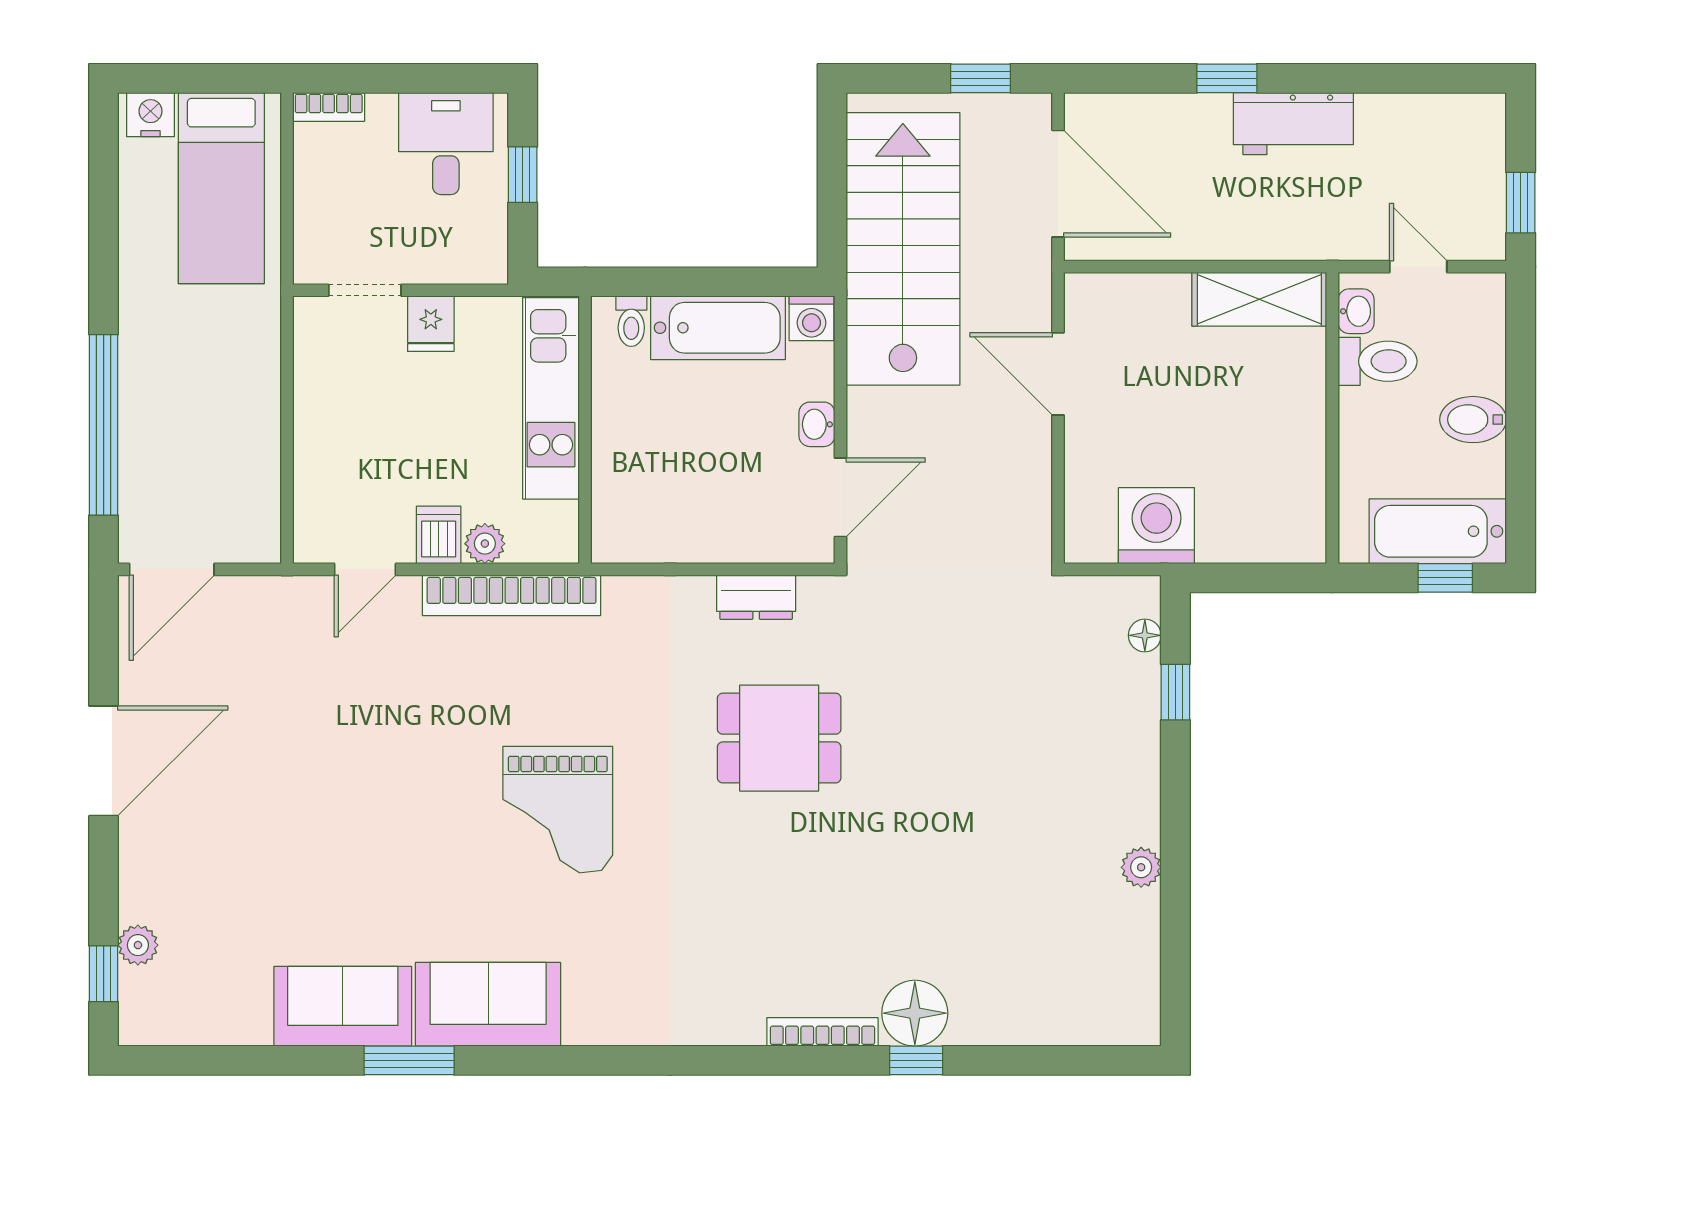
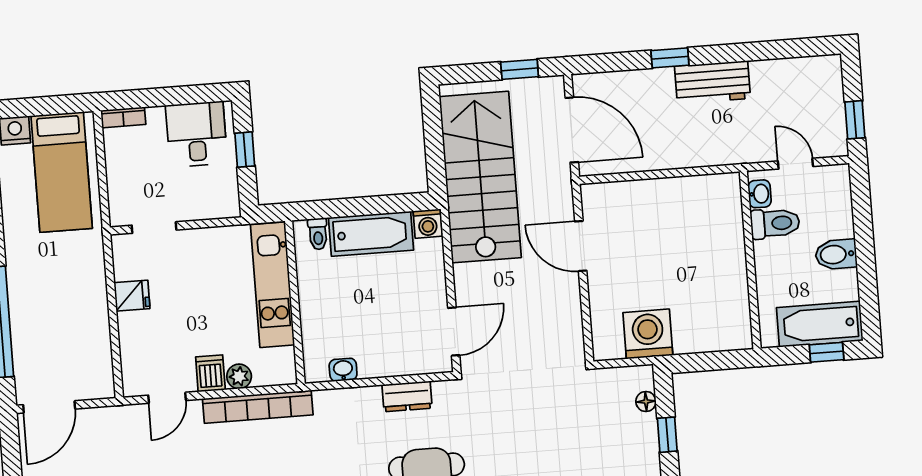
shelving: (1259, 299) -> (700, 191), removed
fridge: (431, 324) -> (132, 296), moved, turned -90
washbasin: (817, 424) -> (343, 370), moved, turned 90

